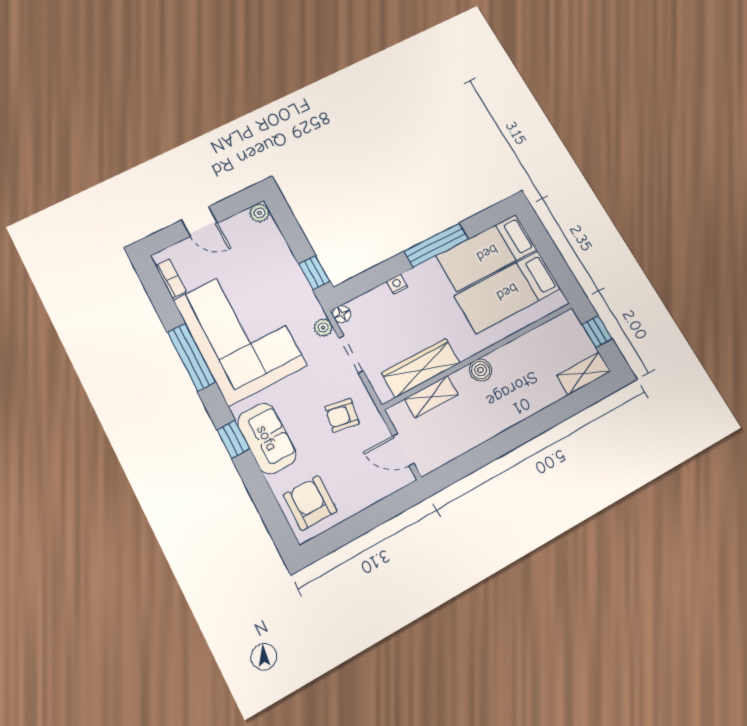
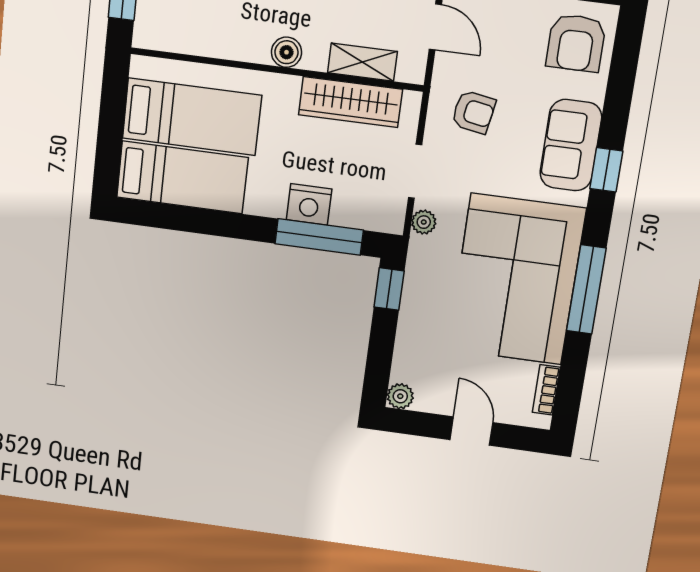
window: (436, 245) -> (319, 237), moved
nightstand: (397, 284) -> (309, 204), width x1.89, depth x1.79
floor lamp: (342, 314) -> (393, 222), removed

